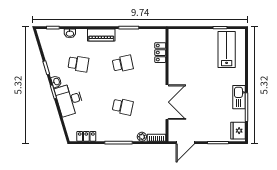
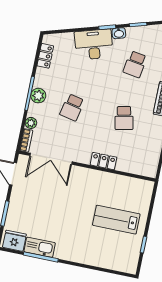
lab bench: (227, 50) -> (116, 220), moved, turned 180
locker: (160, 53) -> (103, 161), moved
kitchen sink: (239, 97) -> (40, 247), moved
double door: (167, 102) -> (51, 159), moved
plant: (119, 135) -> (38, 96), added

